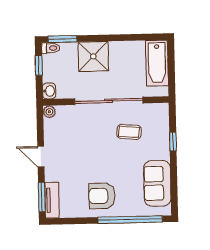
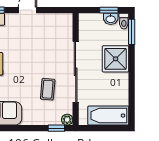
washbasin: (49, 91) -> (111, 19), moved
plant: (49, 112) -> (67, 120), moved
window: (173, 142) -> (56, 128), moved

